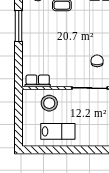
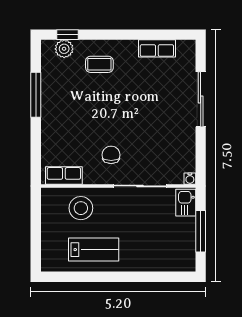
chair: (97, 61) -> (111, 155), moved

